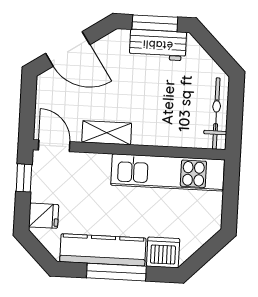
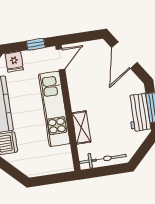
shelving: (107, 133) -> (81, 127), moved
kitchen unit: (168, 172) -> (54, 109), moved

